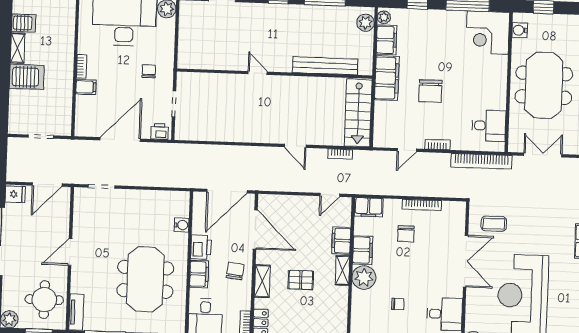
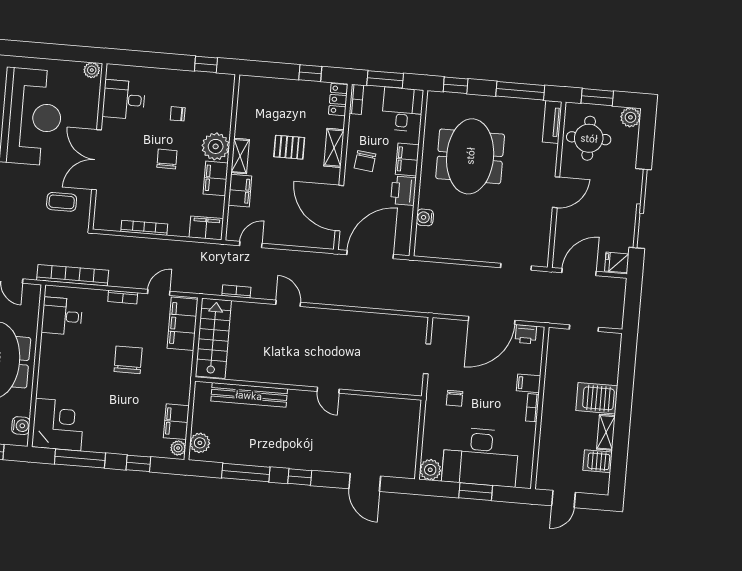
filing cabinet: (387, 78) -> (183, 324), moved
printer: (159, 132) -> (526, 334), moved
chair: (406, 234) -> (167, 159), moved

